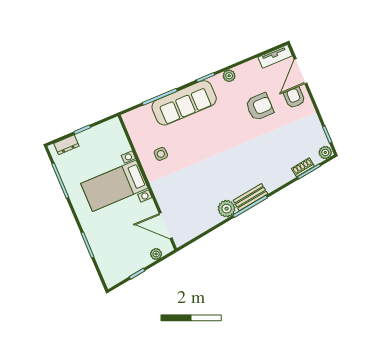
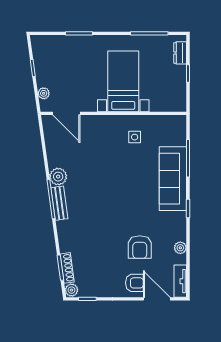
plant: (229, 76) -> (180, 248), moved
shoe rack: (303, 167) -> (67, 268), width x1.43
door: (166, 226) -> (66, 113), swing flipped

